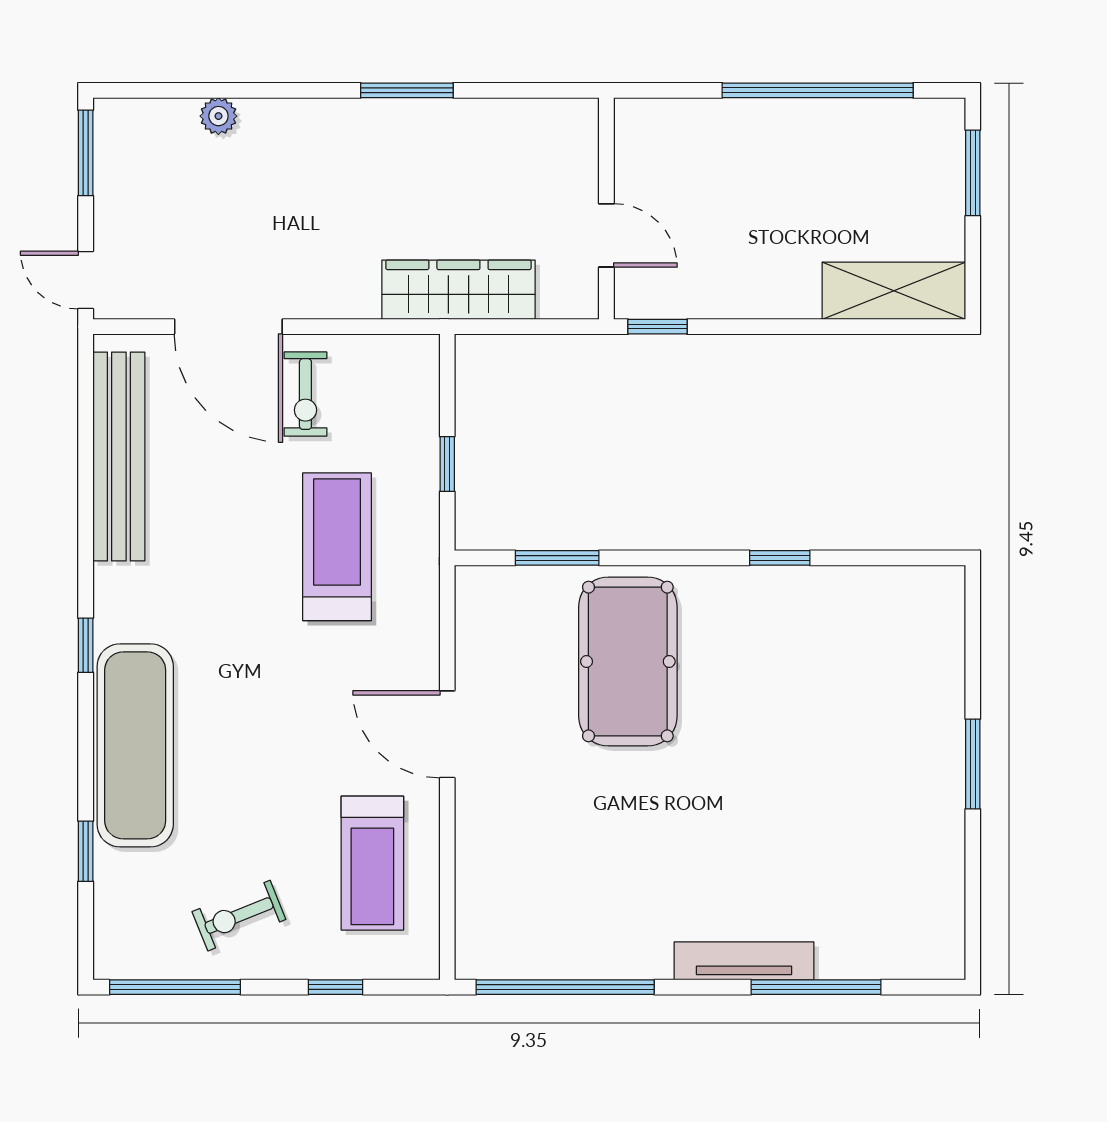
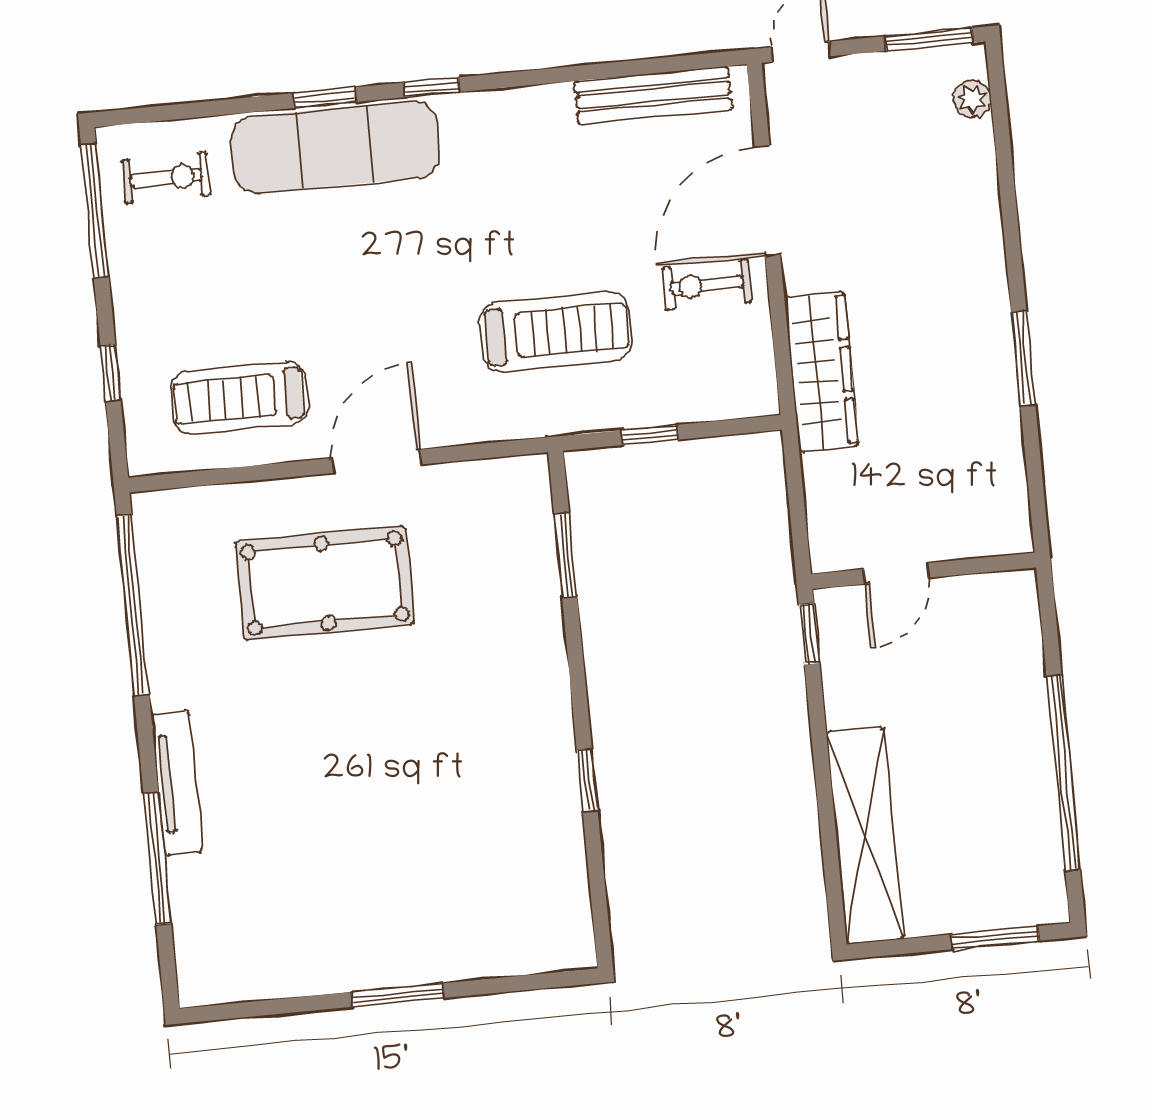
plant: (218, 116) -> (972, 99), moved
wardrobe: (458, 290) -> (821, 371), moved
shelving: (894, 291) -> (865, 836), width x1.47
bench: (119, 456) -> (653, 95), width x0.73, depth x0.82
pool table: (628, 662) -> (325, 583), moved
window: (86, 851) -> (325, 98), moved
exercise bike: (239, 916) -> (166, 178), moved, turned 112

